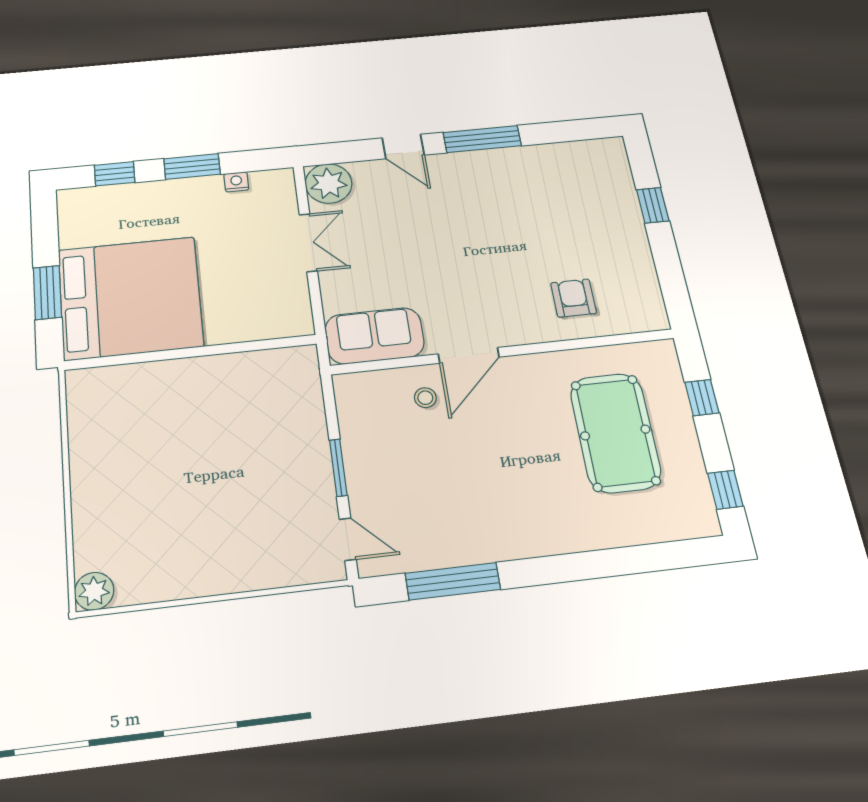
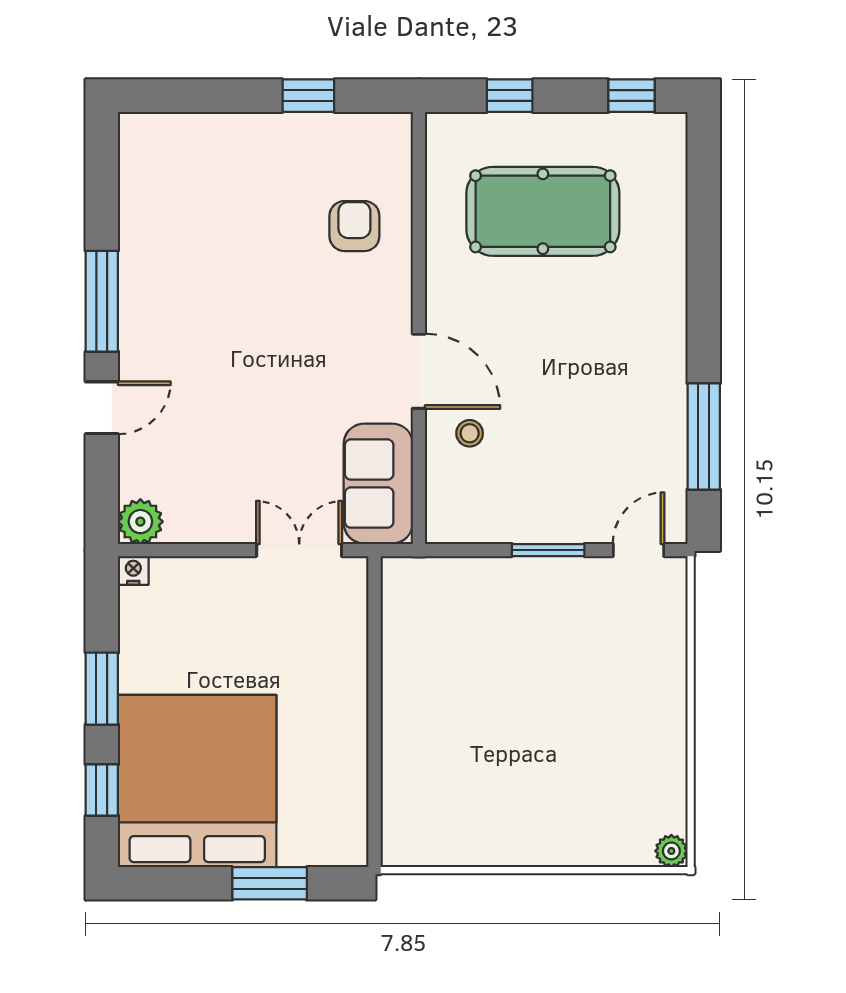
nightstand: (236, 182) -> (133, 570), moved, turned 90
plant: (329, 184) -> (140, 522), width x0.73, depth x0.73
window: (653, 205) -> (308, 96), moved
double door: (308, 243) -> (299, 550), moved
bed: (130, 298) -> (197, 781), moved
armchair: (573, 298) -> (354, 226), turned 90
plant: (94, 591) -> (671, 851), width x0.73, depth x0.73

